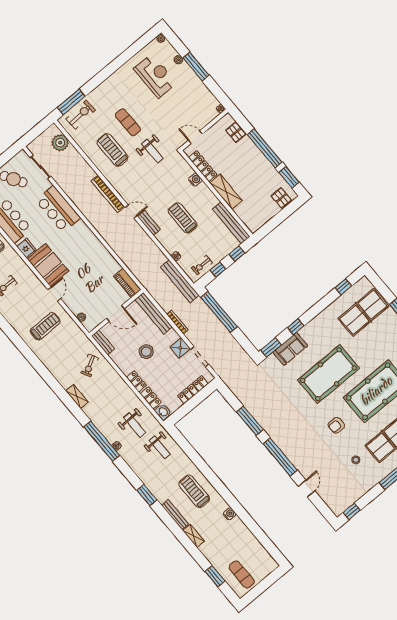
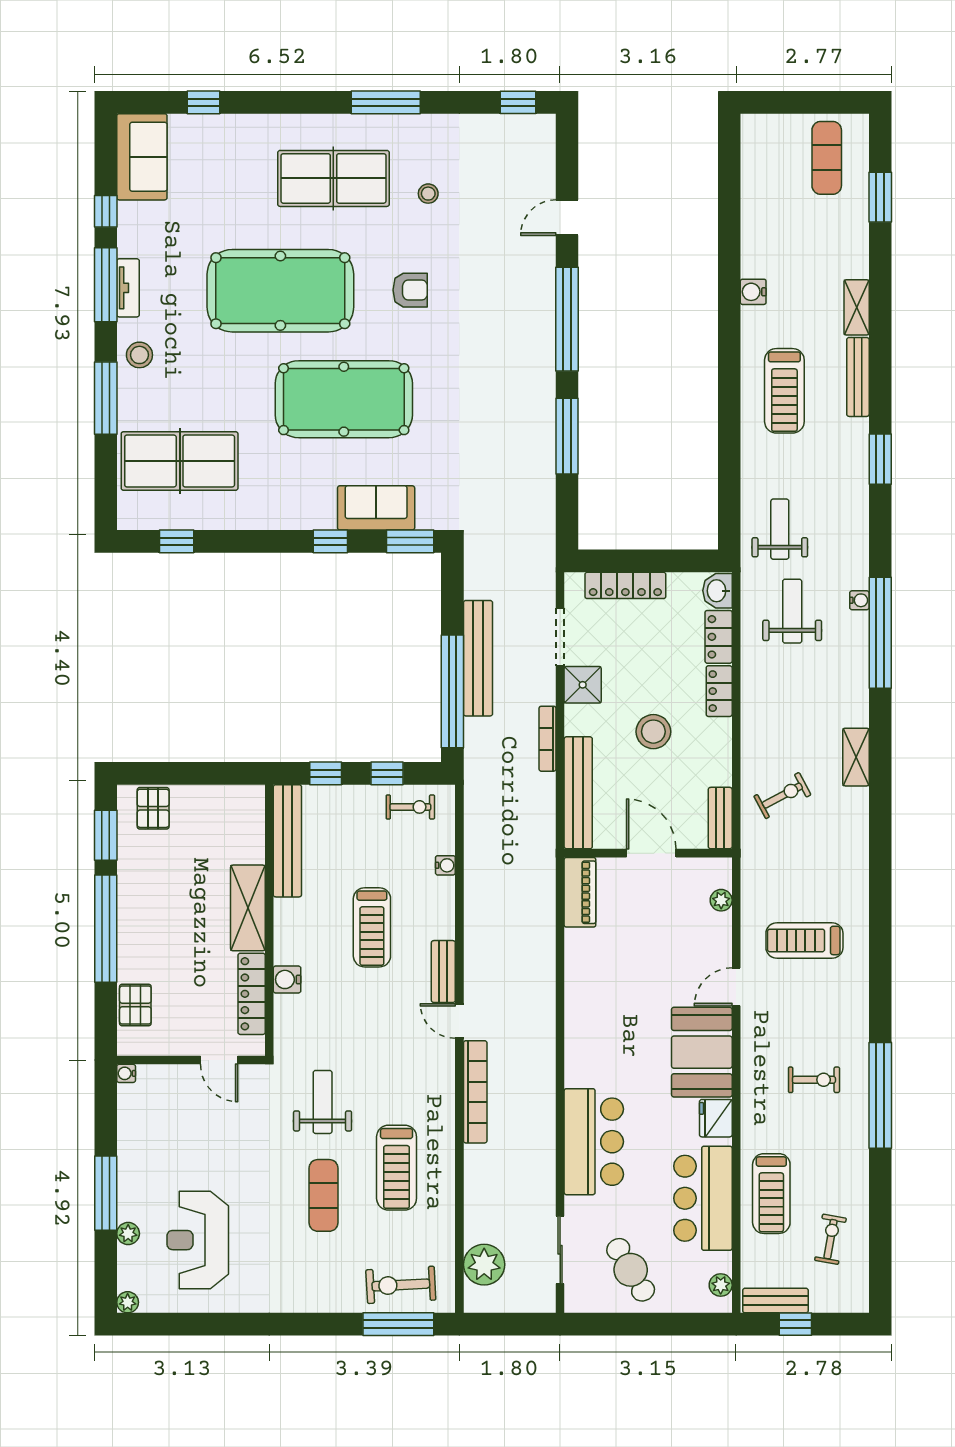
bench: (180, 281) -> (478, 658), moved

